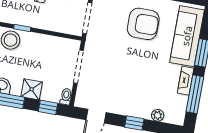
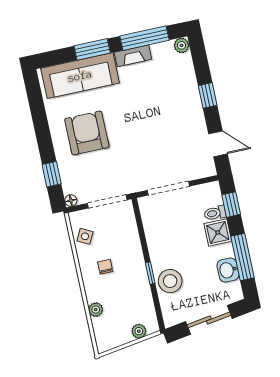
toilet: (66, 97) -> (215, 213), moved
plant: (158, 115) -> (182, 45), moved

